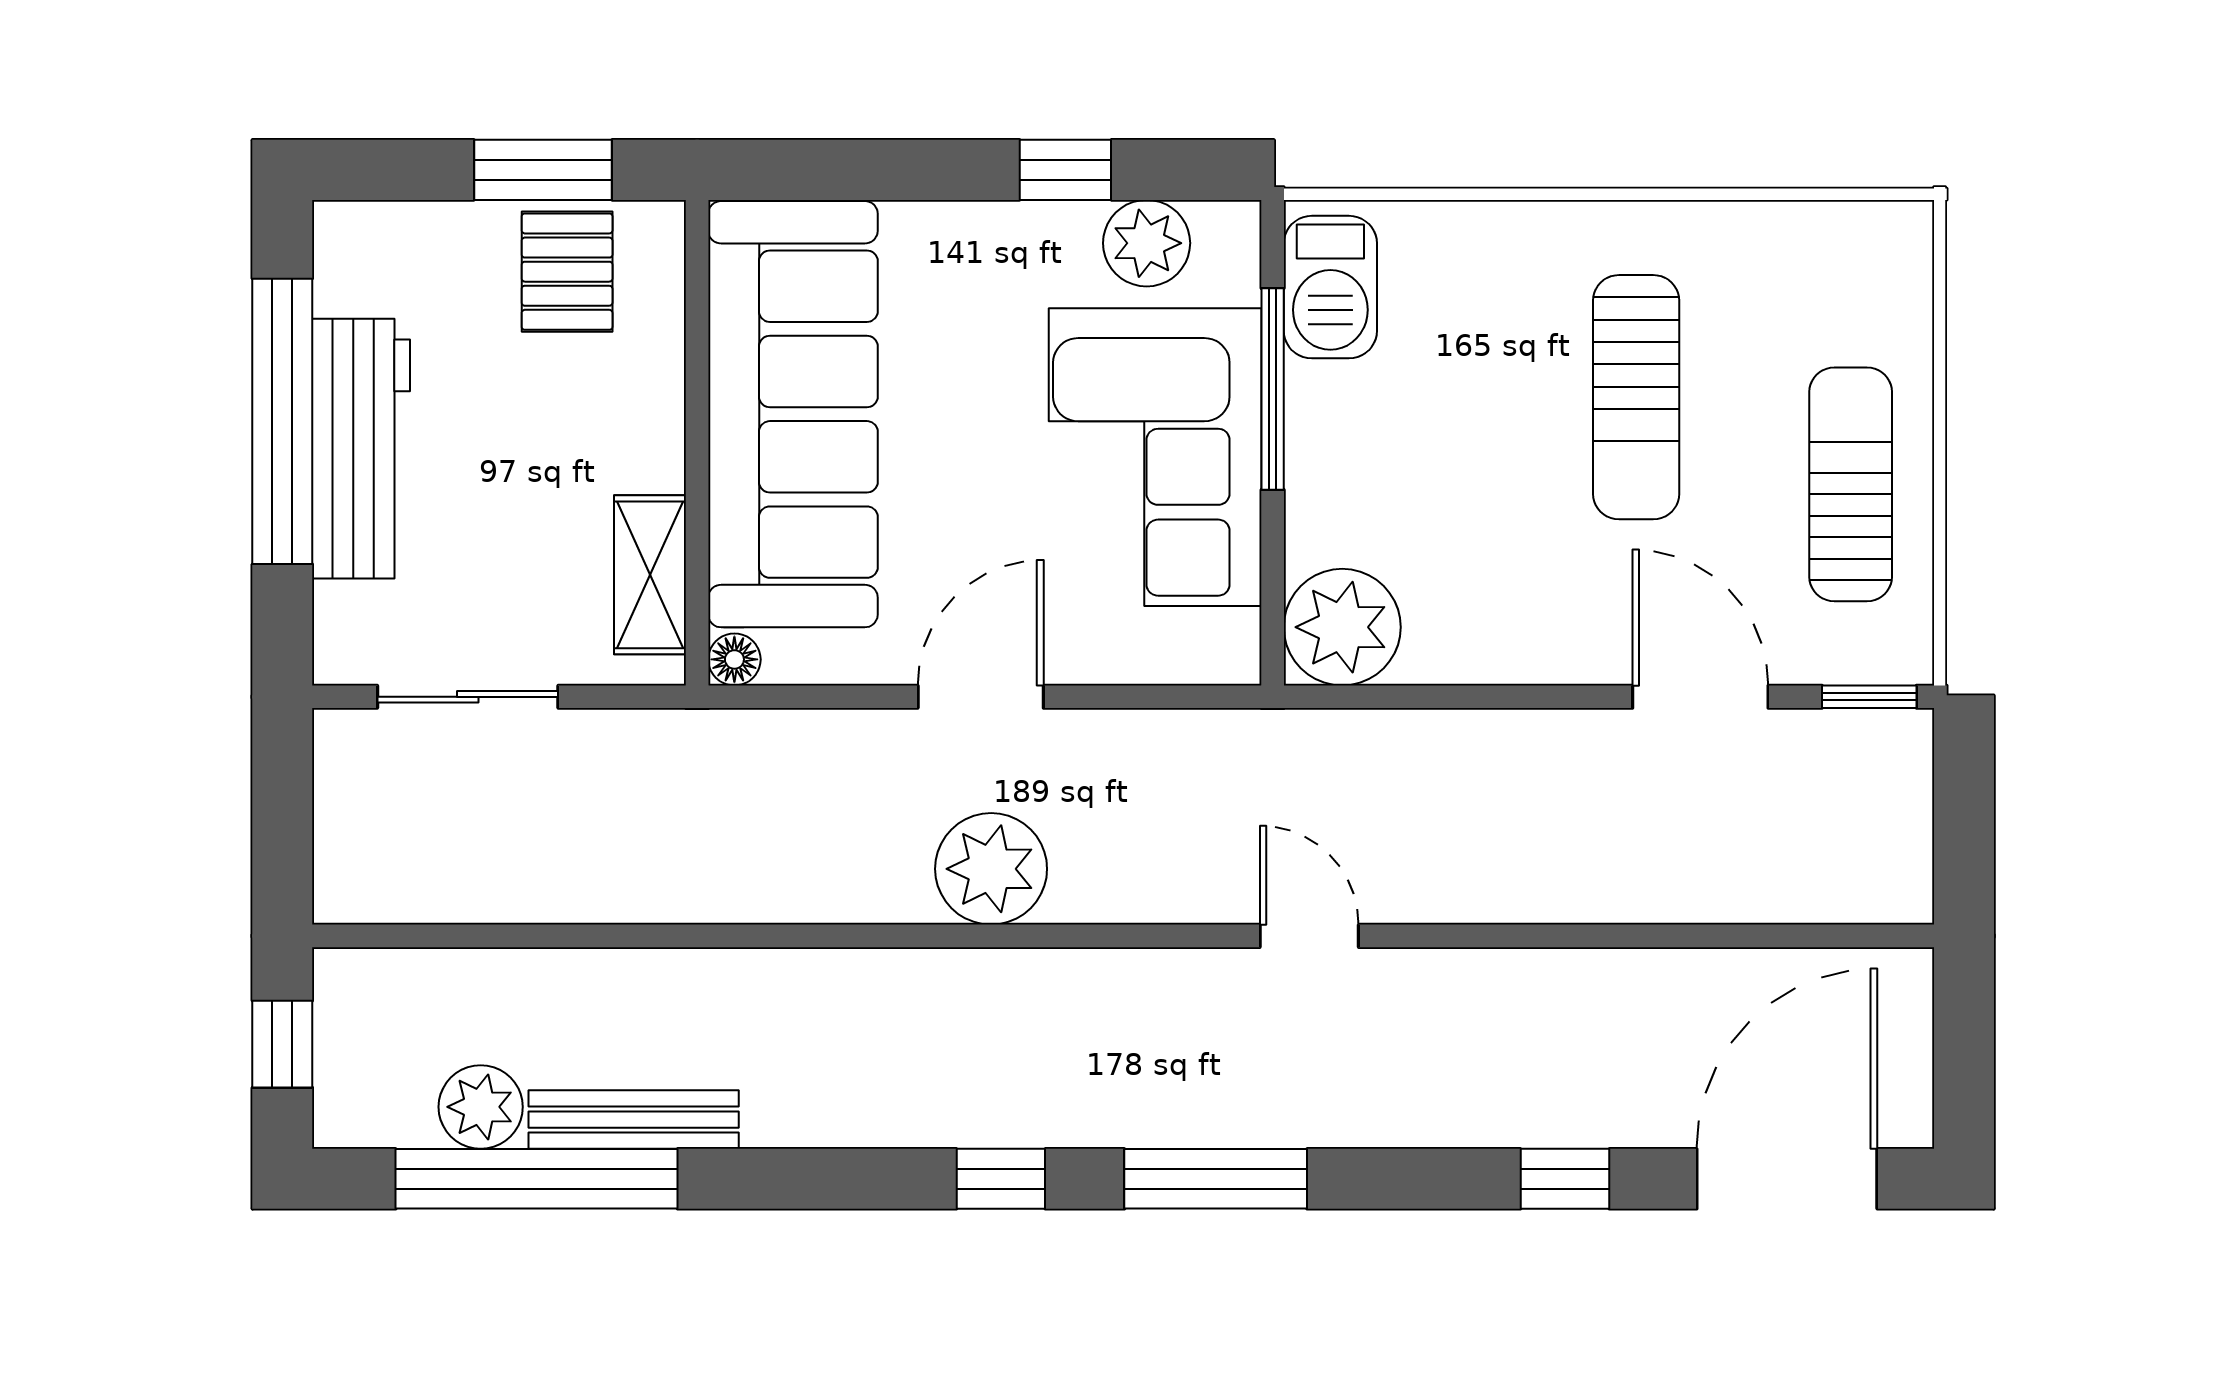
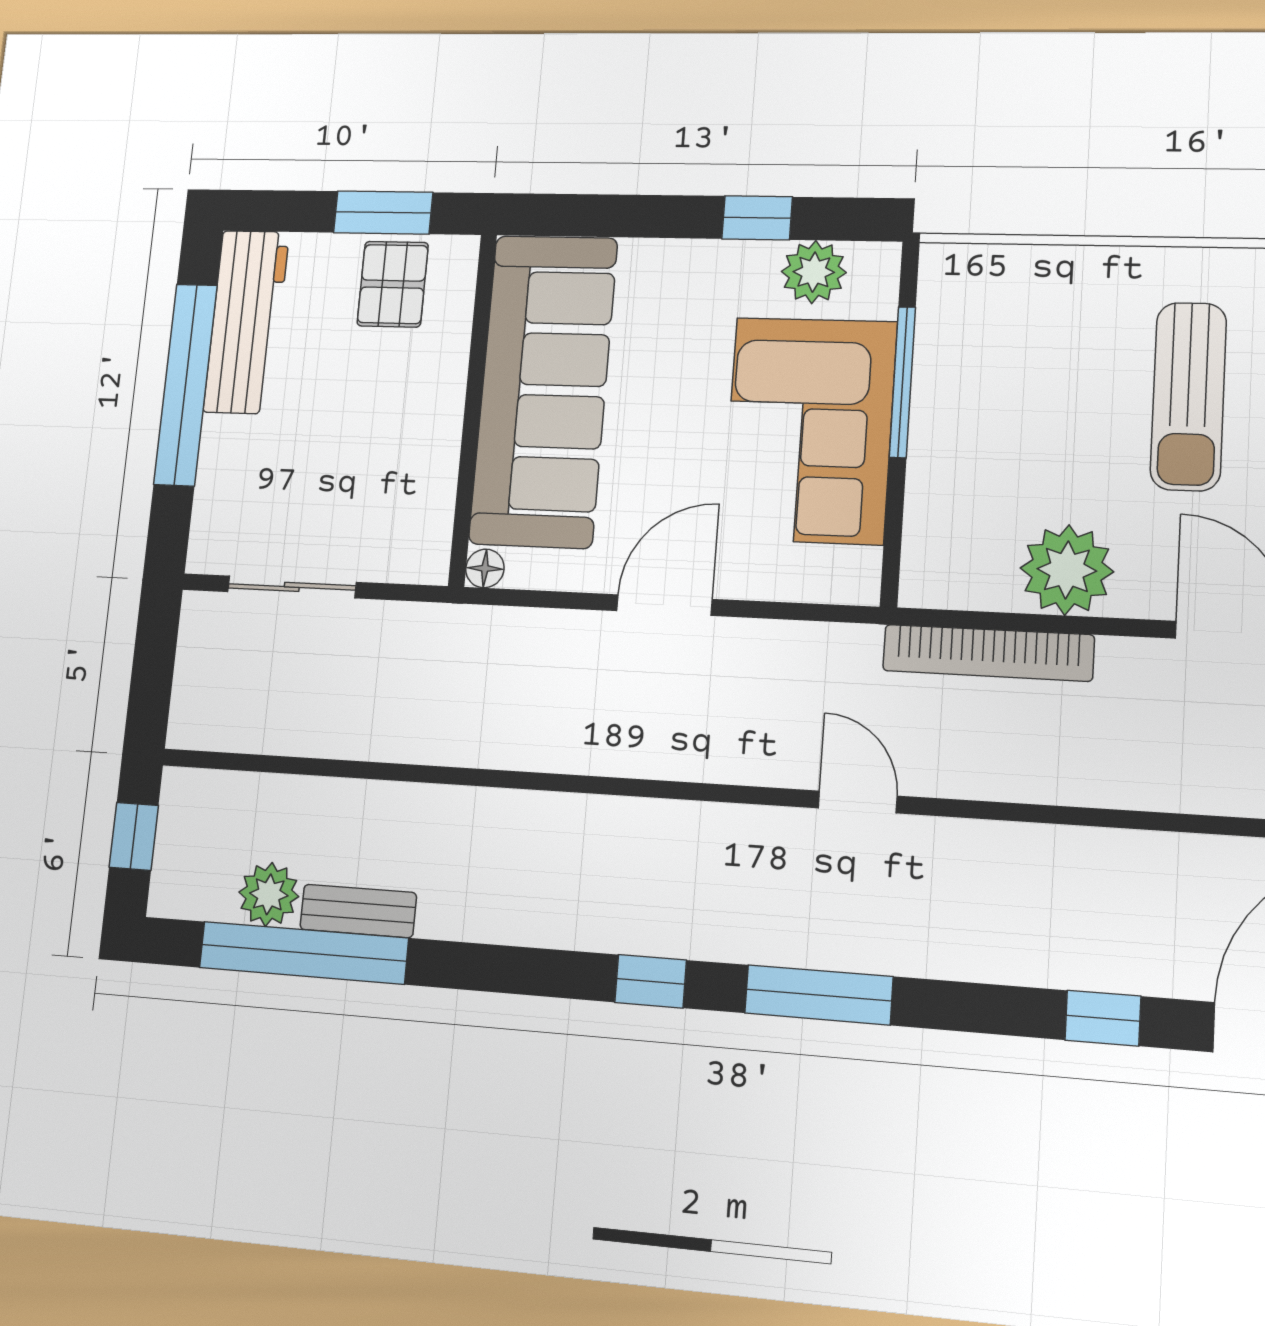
barbecue: (1330, 287) -> (951, 307), removed
workbench: (361, 449) -> (246, 322), moved
shelving: (650, 575) -> (430, 503), removed
plant: (1342, 627) -> (1067, 570), moved
bookcase: (1402, 738) -> (988, 653), added
plant: (991, 869) -> (662, 737), removed
door: (1309, 936) -> (858, 802), moved
bench: (634, 1120) -> (358, 911), width x0.73

